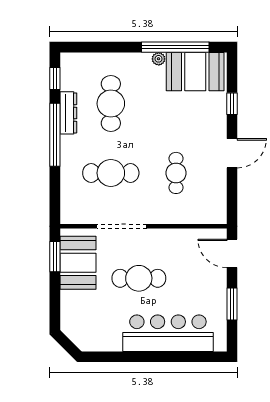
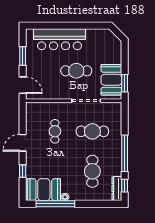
dresser: (68, 113) -> (117, 189), moved

